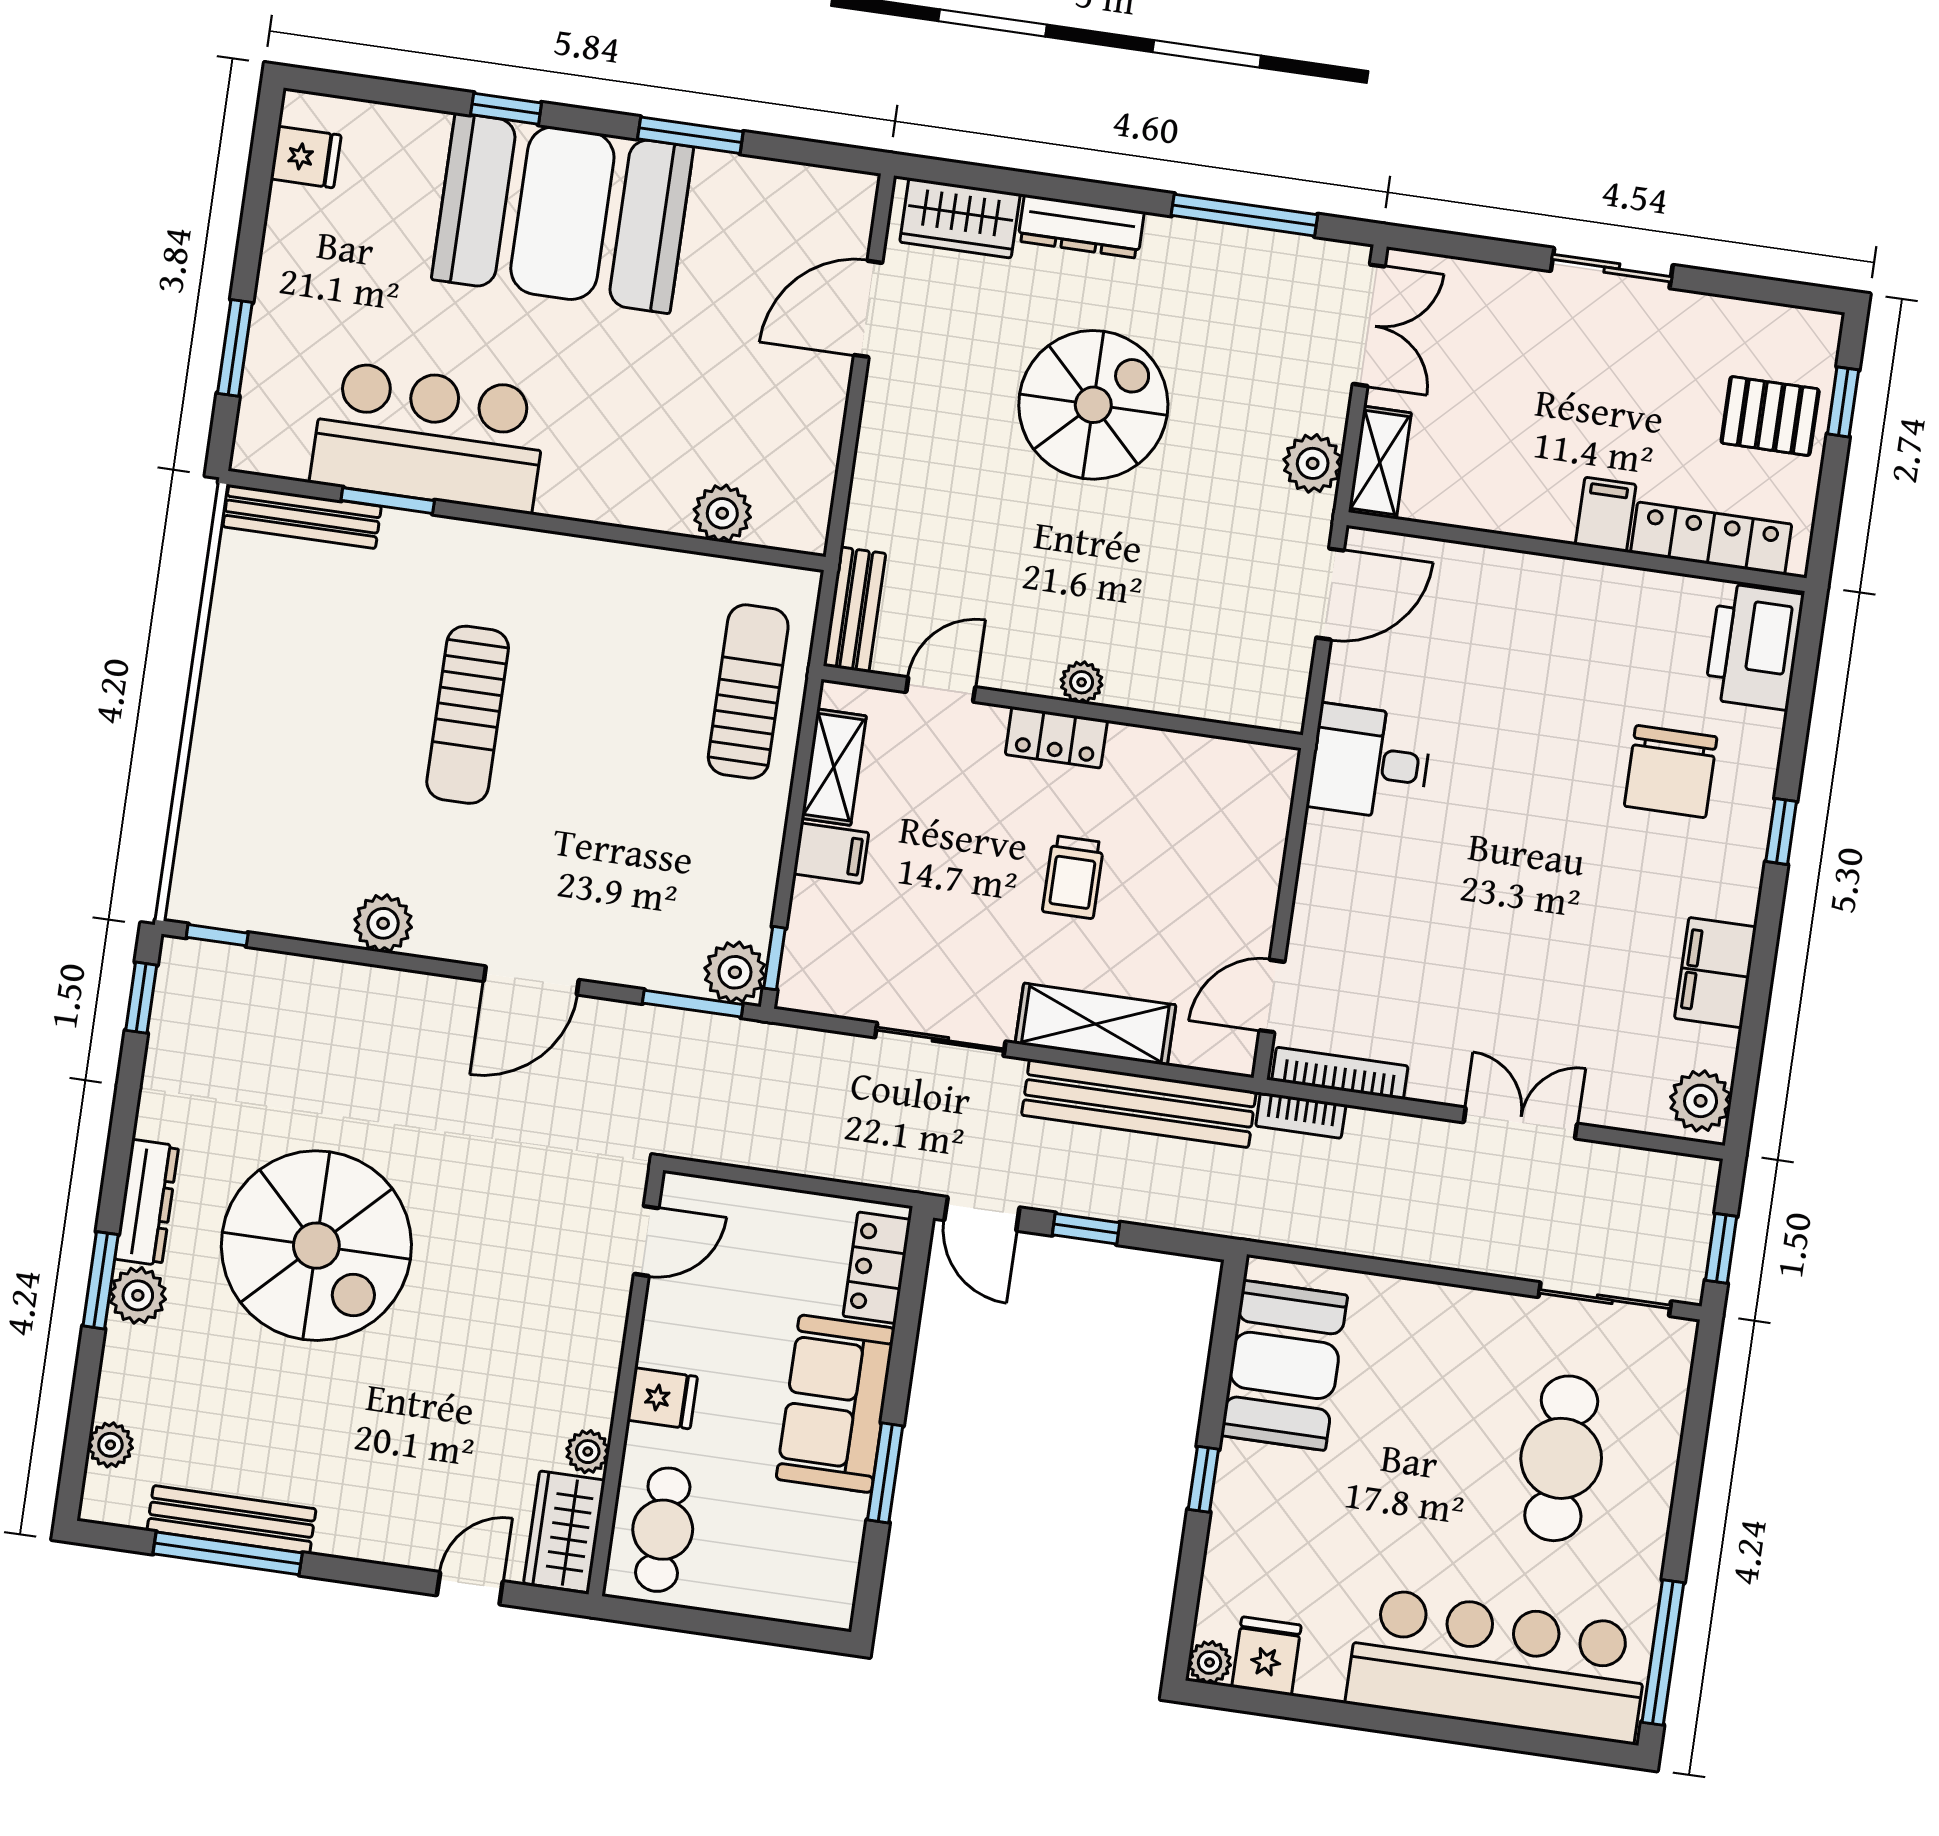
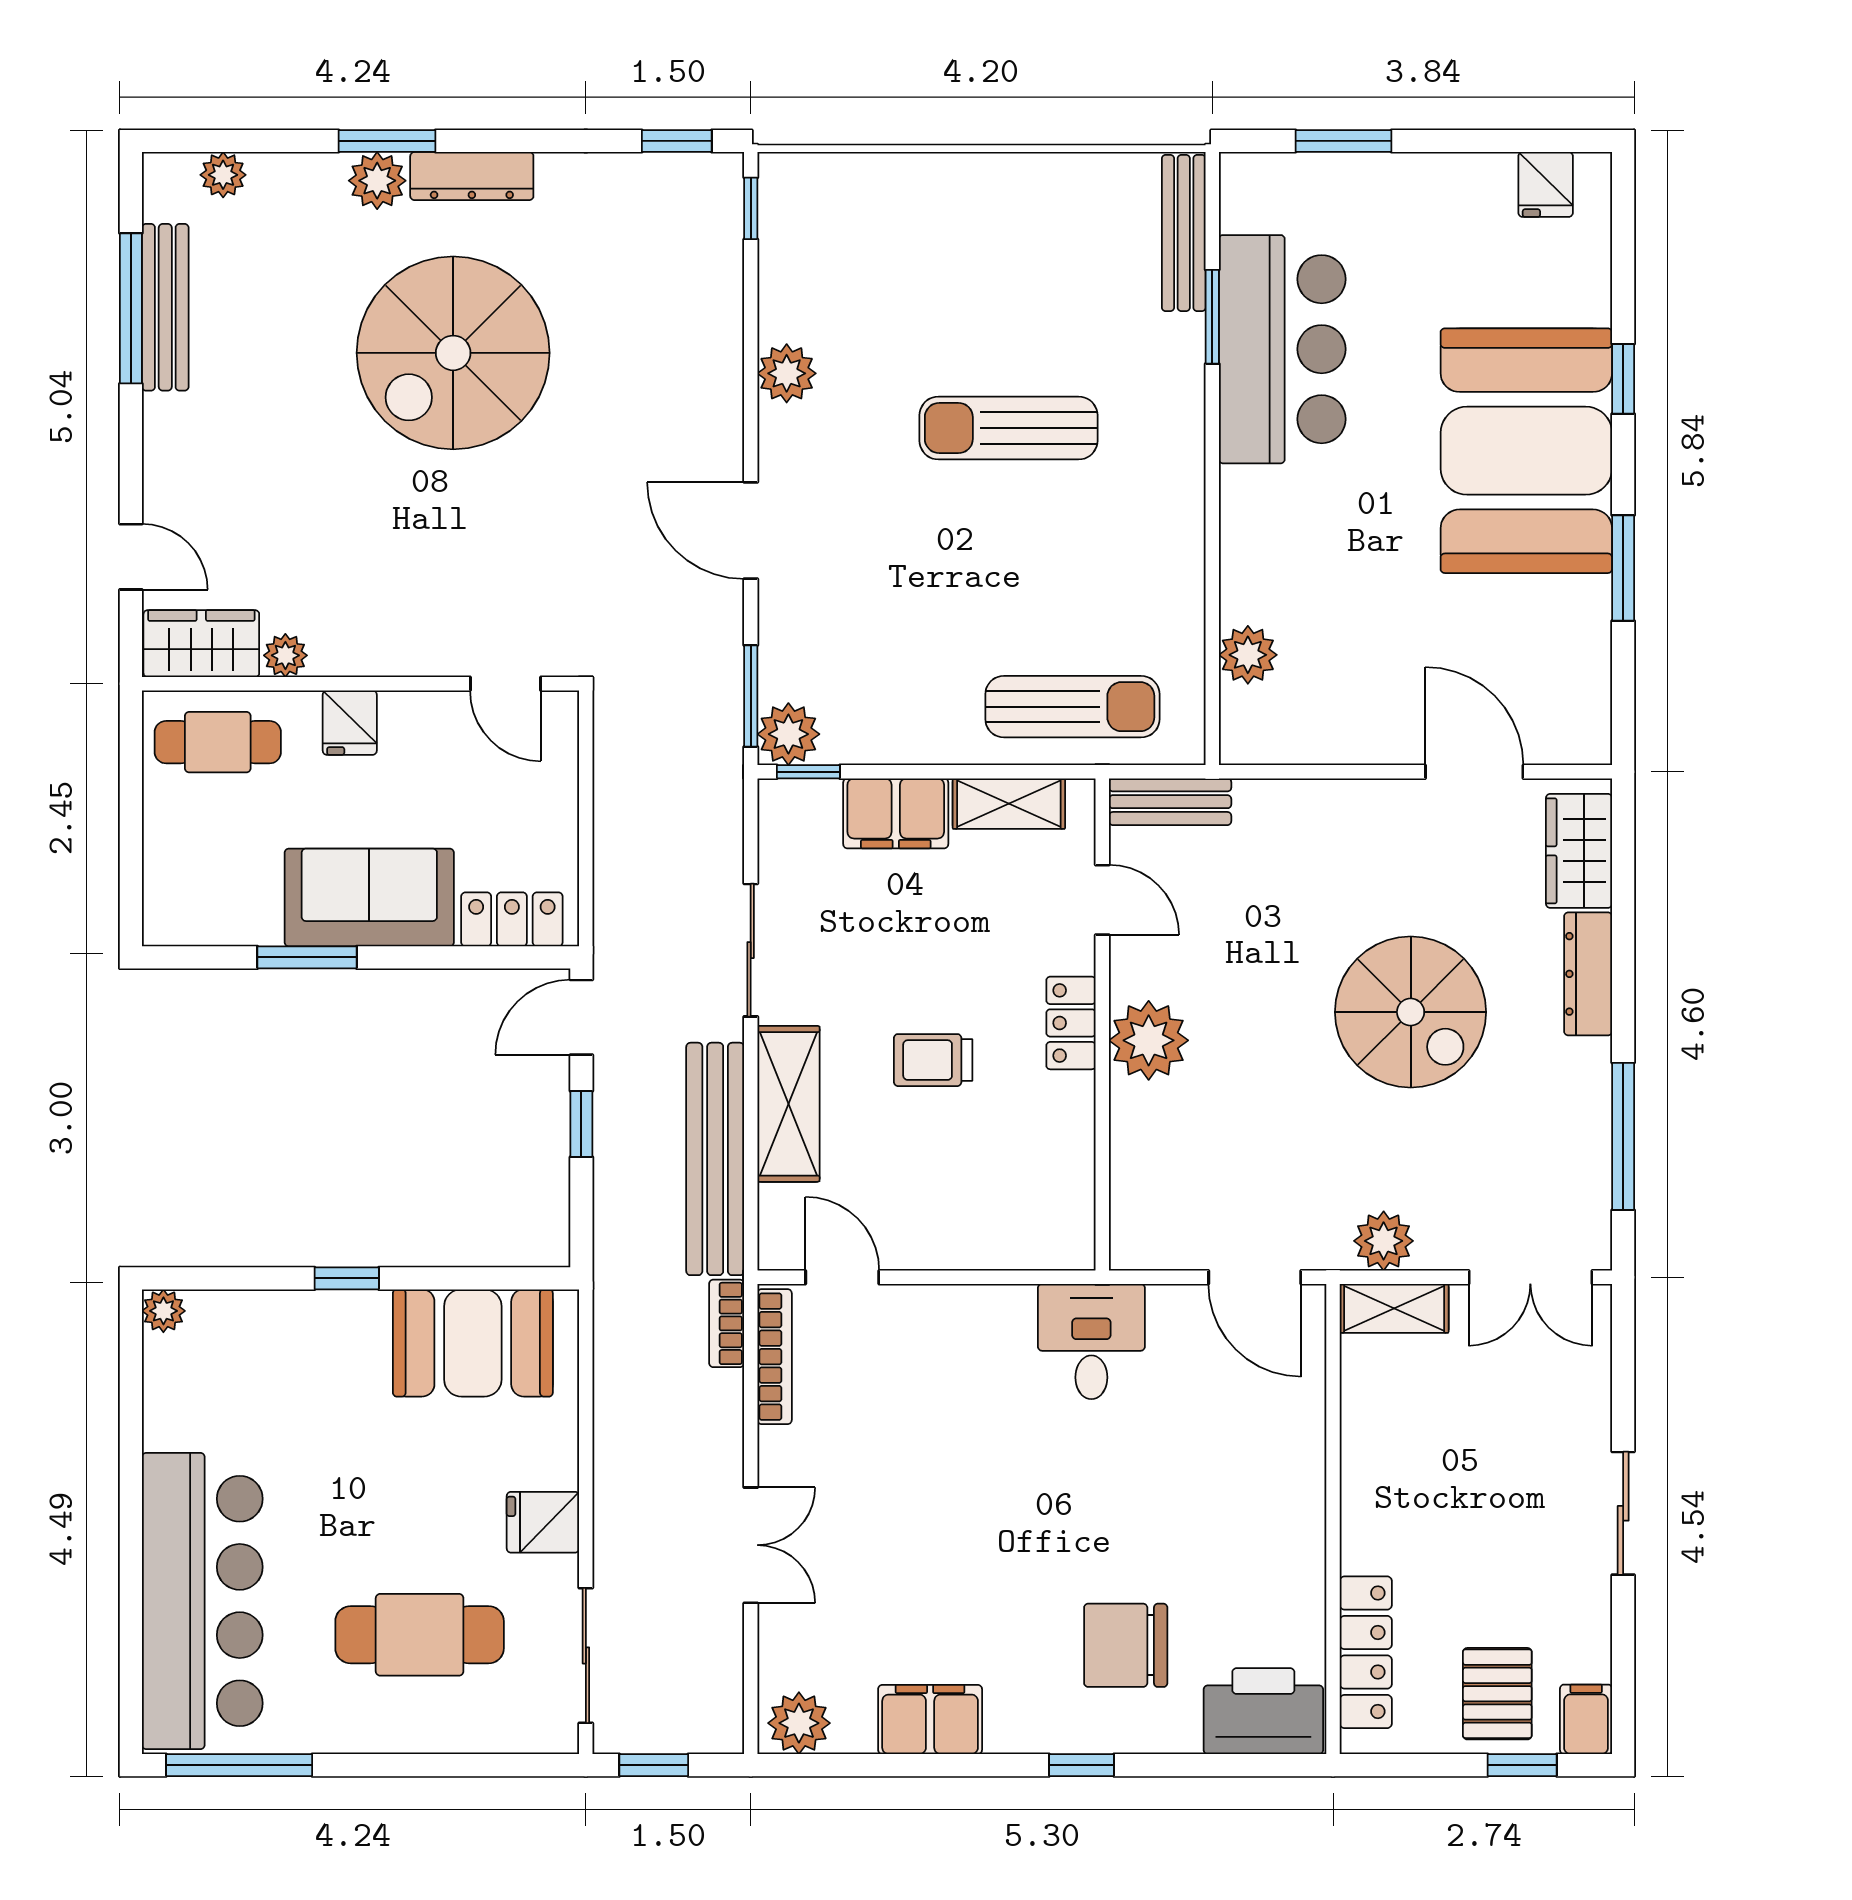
filing cabinet: (1606, 515) -> (1586, 1719), moved, turned -90
plant: (1082, 682) -> (1149, 1040), width x1.88, depth x1.88
filing cabinet: (831, 853) -> (896, 813), width x2.00
fridge: (1267, 1656) -> (543, 1522), moved, turned 180

